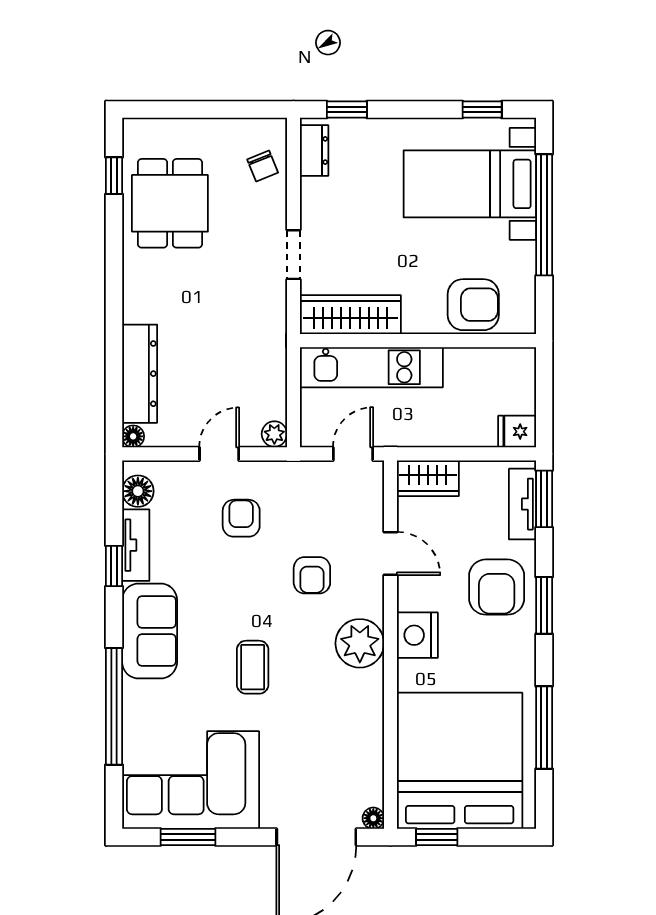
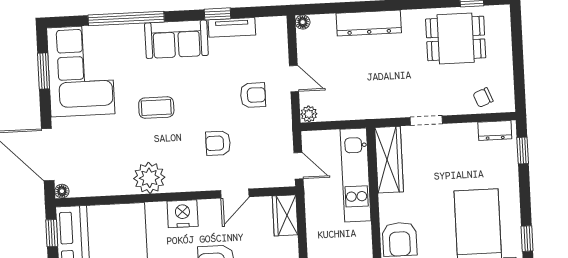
dresser: (140, 374) -> (369, 23), moved
floor lamp: (138, 491) -> (267, 27), removed
plant: (360, 643) -> (149, 178), moved

